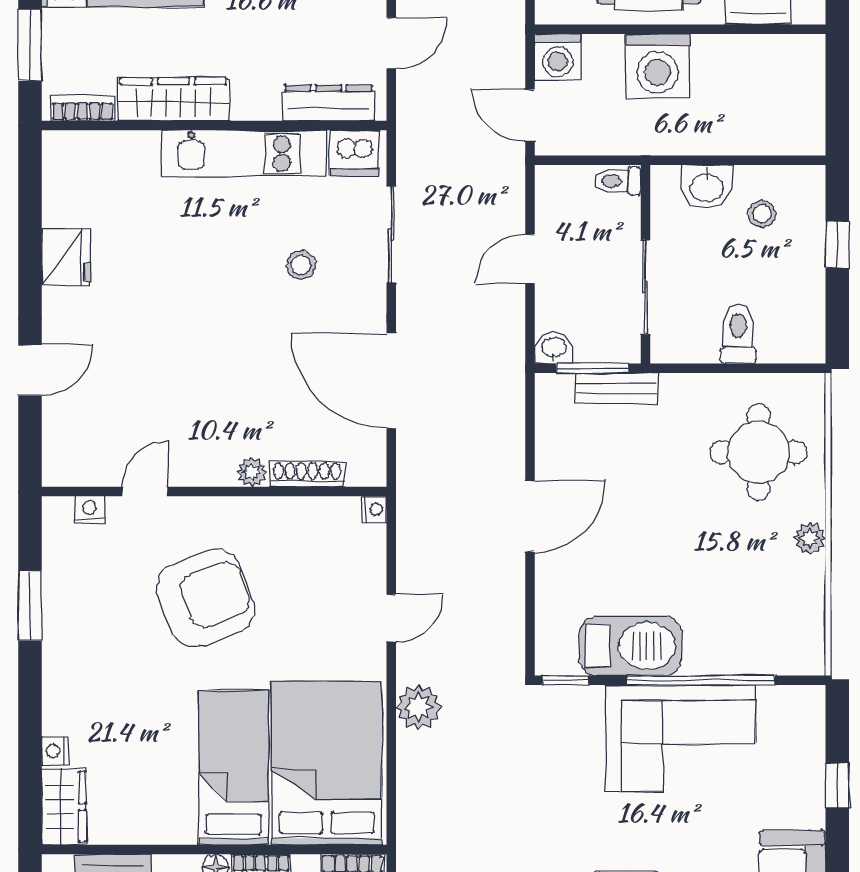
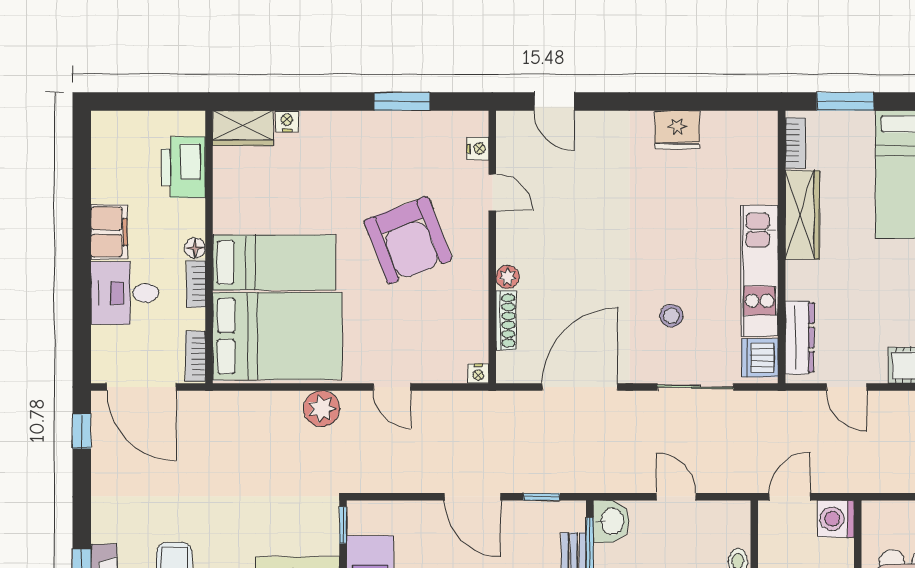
washbasin: (554, 348) -> (611, 521), width x1.38, depth x1.45
door: (30, 370) -> (554, 101), moved
window: (530, 429) -> (542, 497), added

